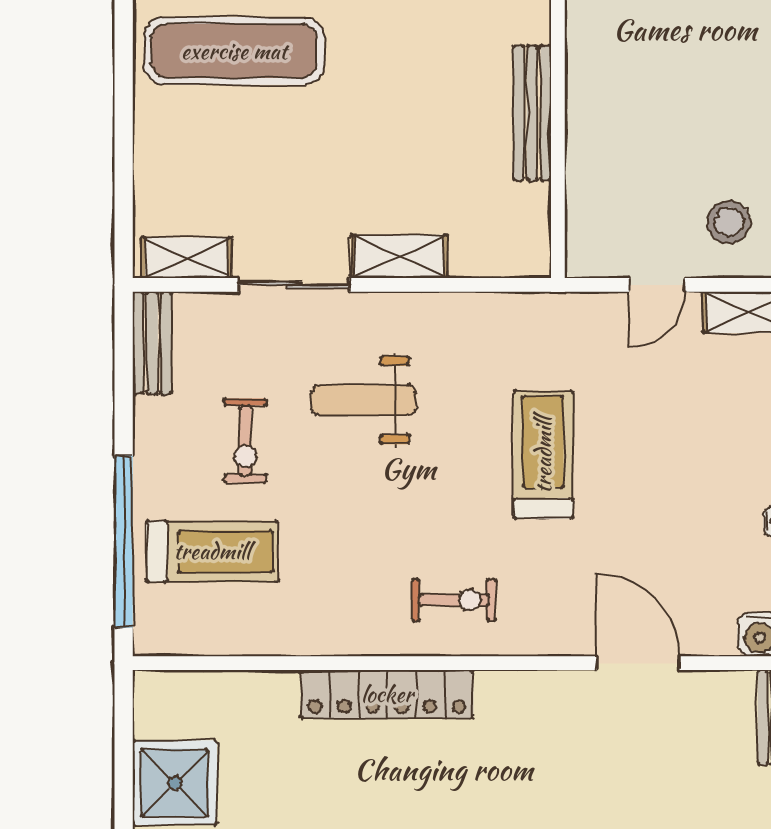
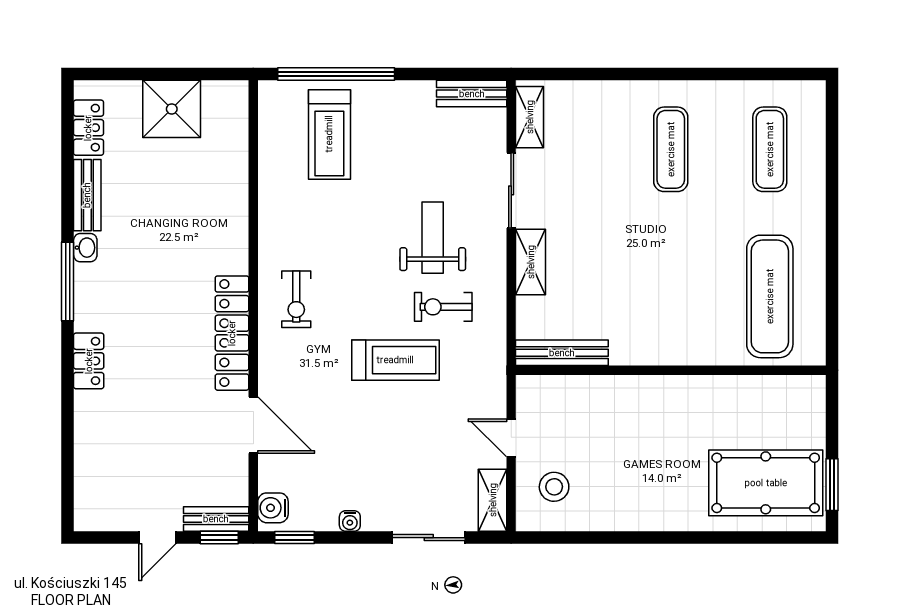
exercise mat: (234, 51) -> (671, 149), width x0.73, depth x0.69
bench: (532, 113) -> (562, 353), moved
exercise bike: (245, 441) -> (443, 307), moved
door: (638, 663) -> (253, 425), hinge flipped
locker: (387, 694) -> (232, 333), moved

